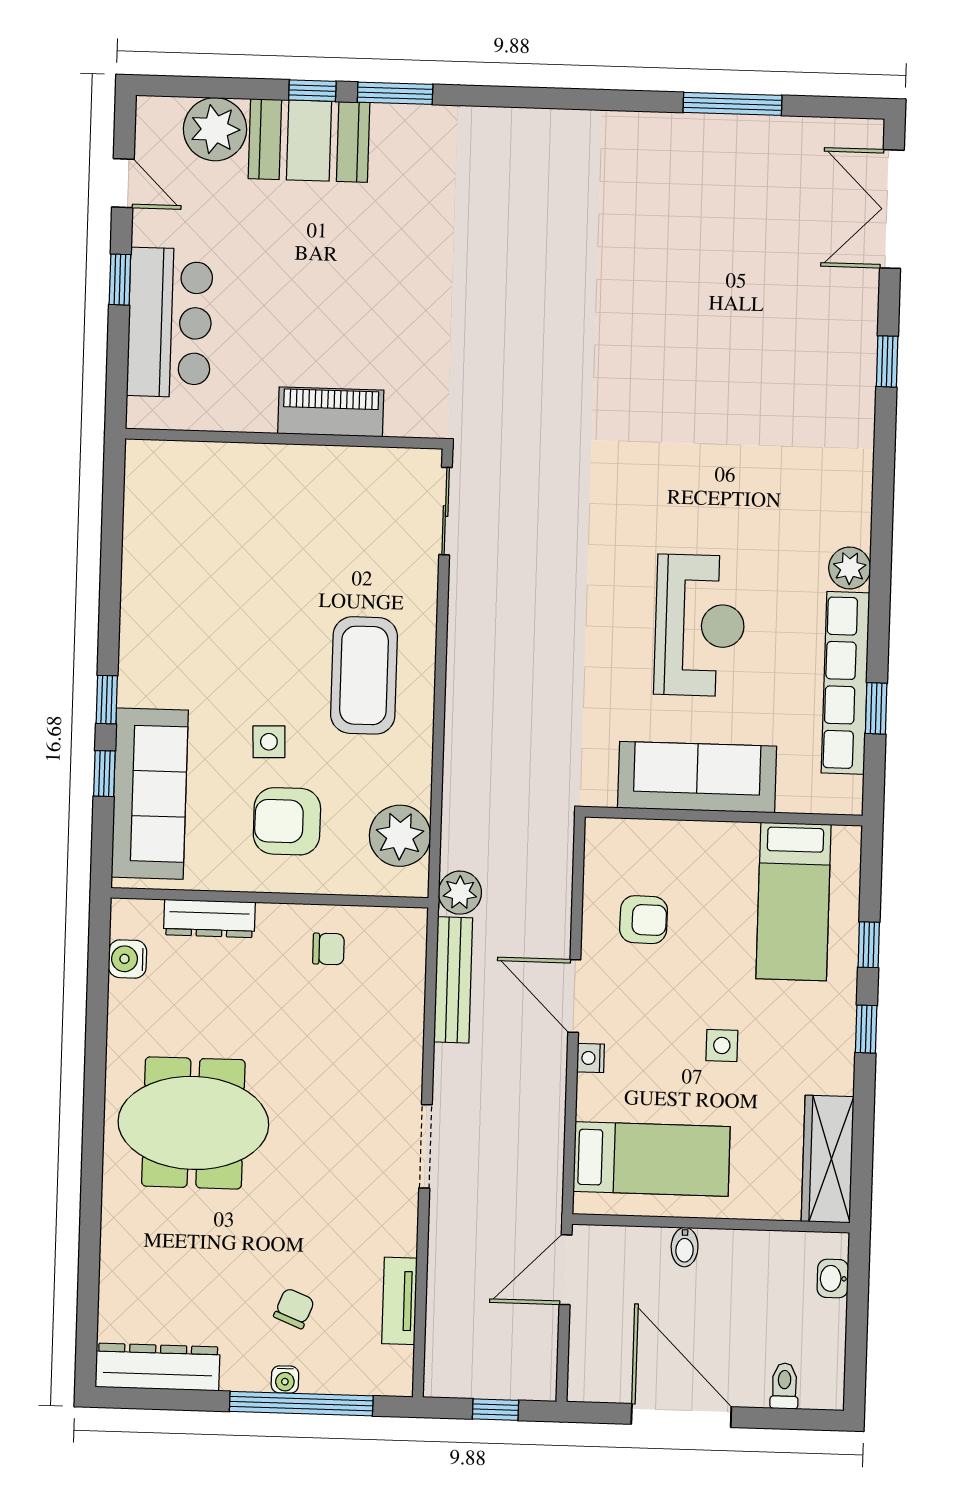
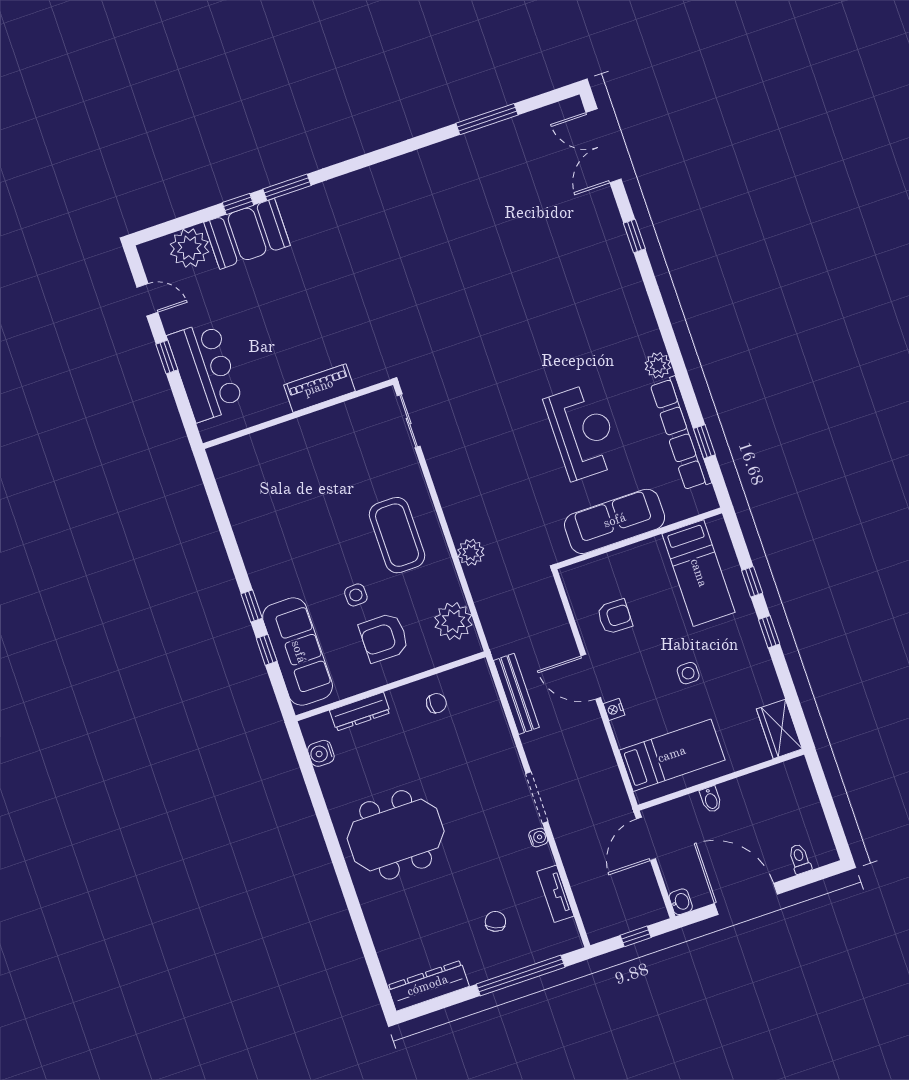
plant: (460, 893) -> (471, 552), moved
wardrobe: (828, 1159) -> (779, 729), width x0.67
washbasin: (833, 1279) -> (681, 902), moved, turned 180
water cooler: (285, 1379) -> (538, 837), moved, turned -90

